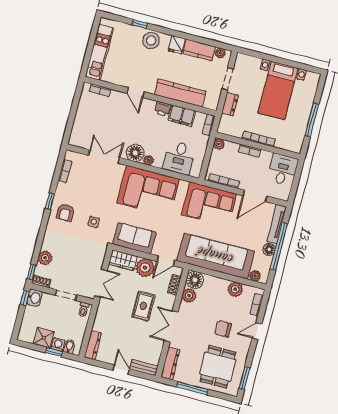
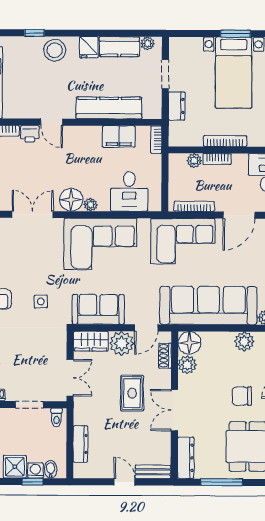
window: (286, 62) -> (235, 34), added
printer: (163, 109) -> (30, 134), moved
plant: (219, 144) -> (194, 161), moved
dresser: (93, 345) -> (80, 444), moved

